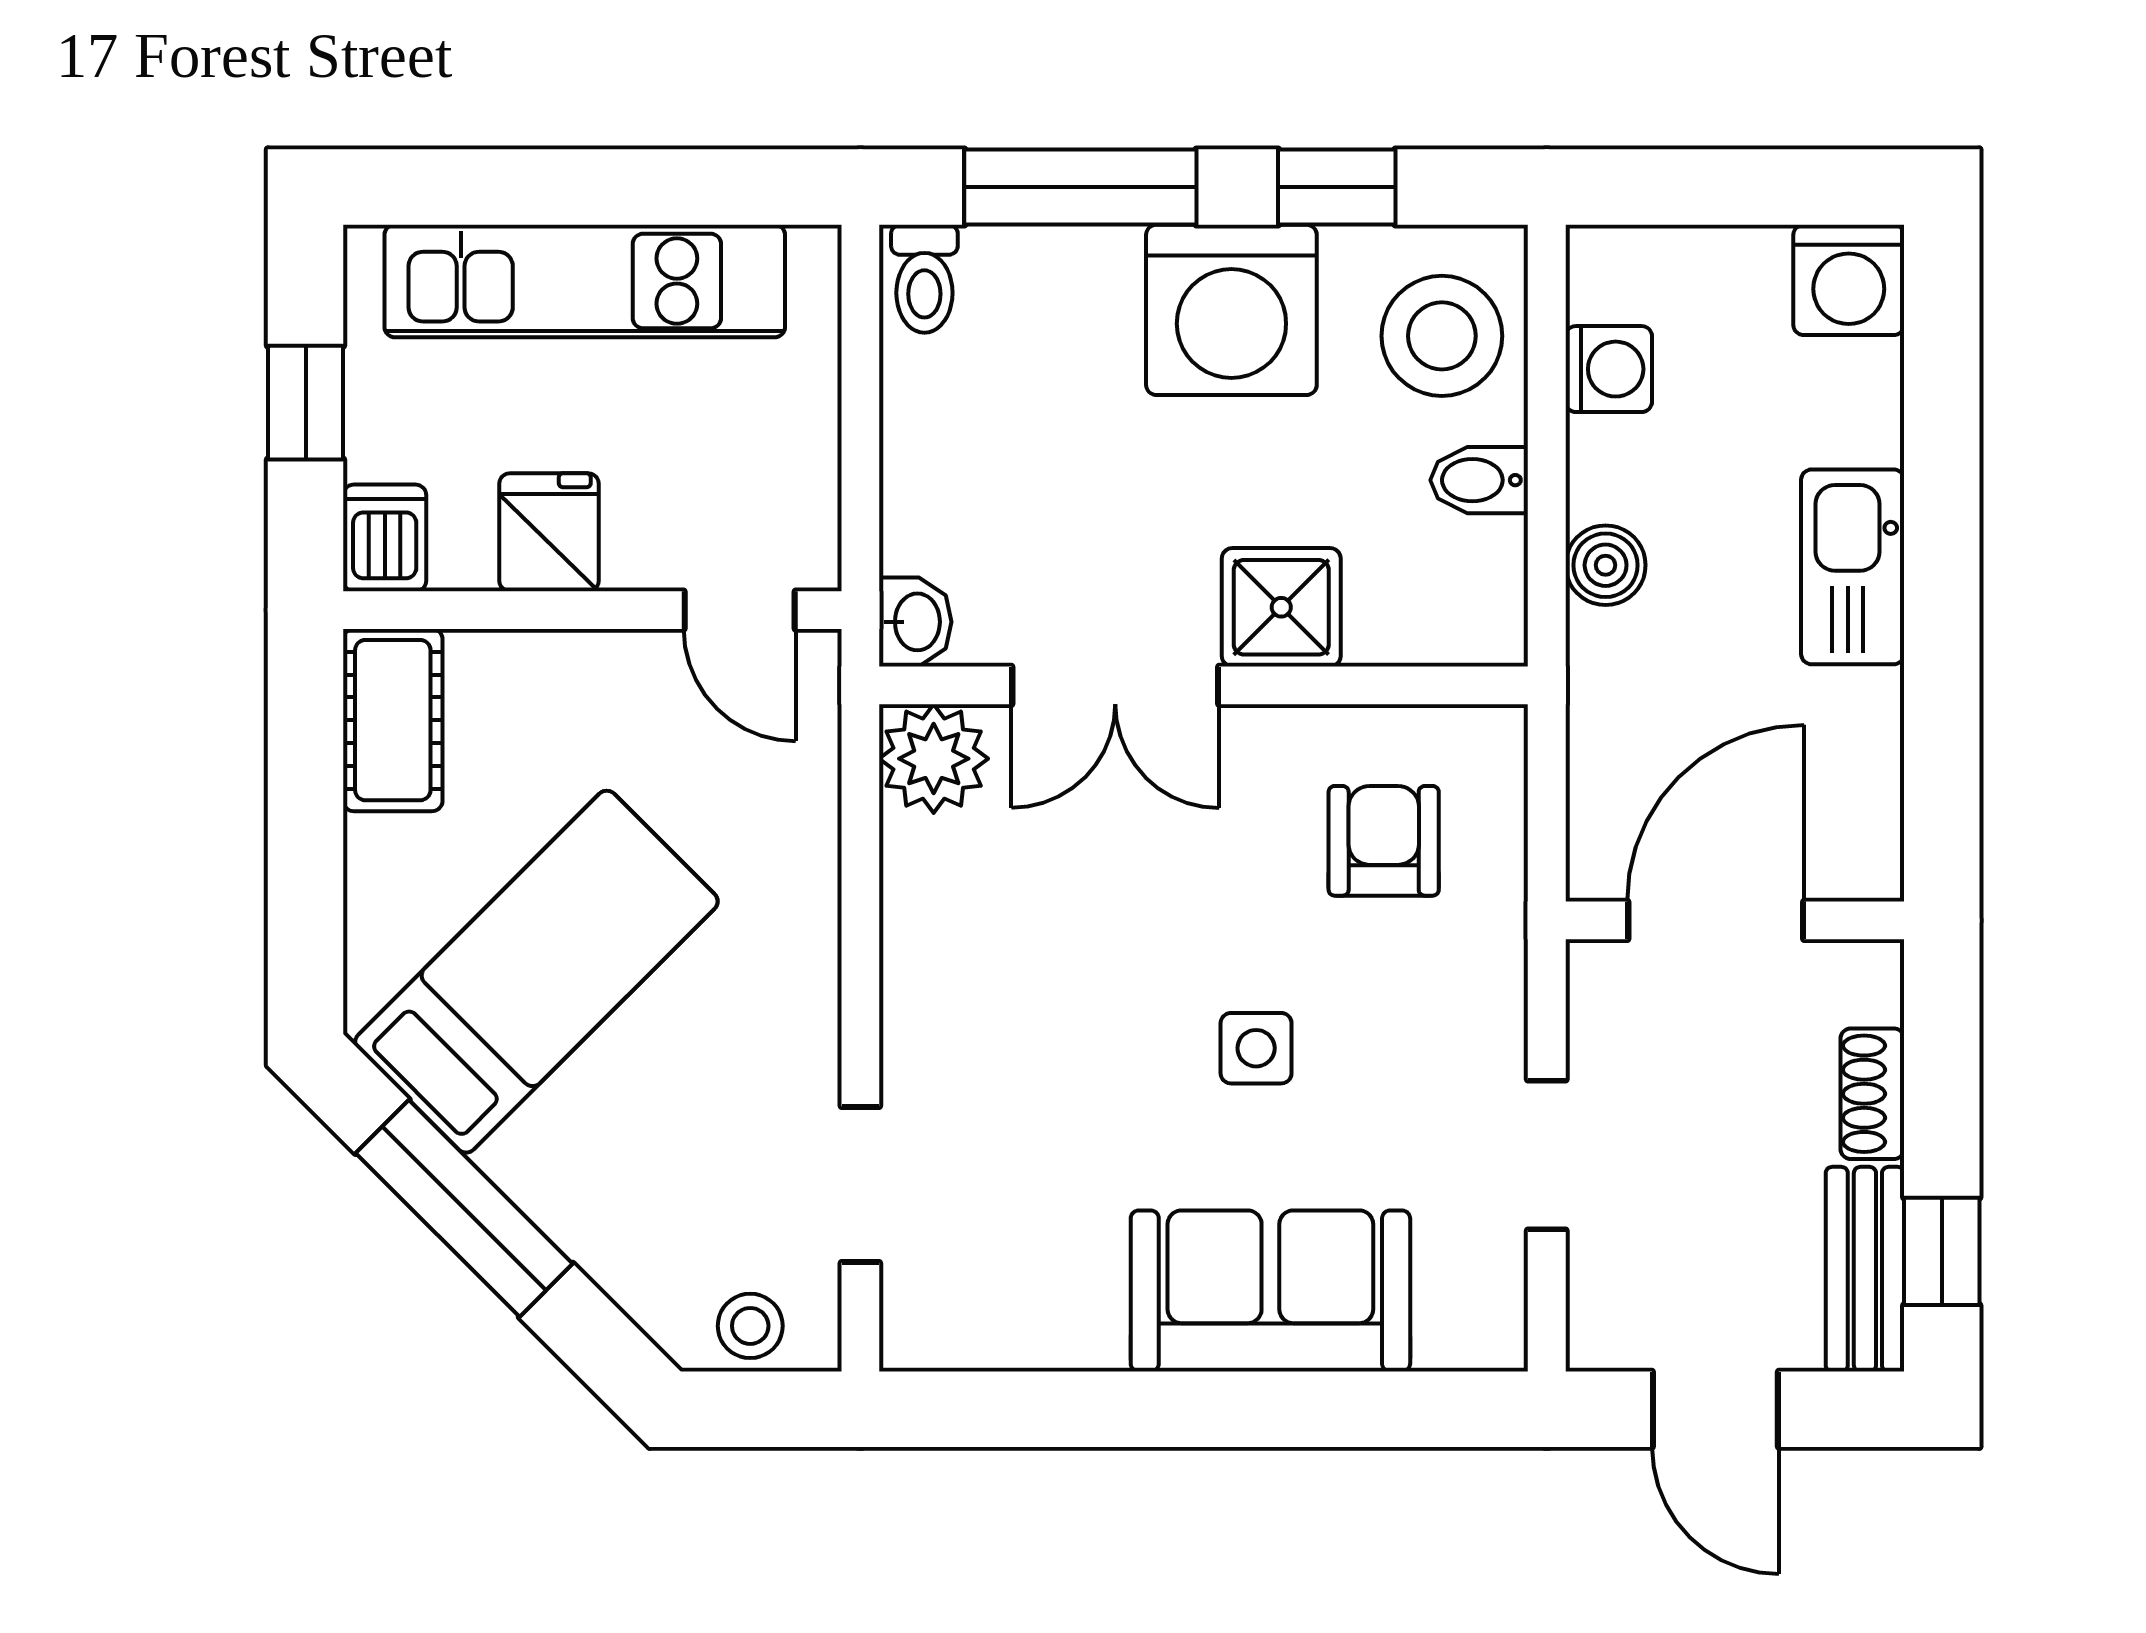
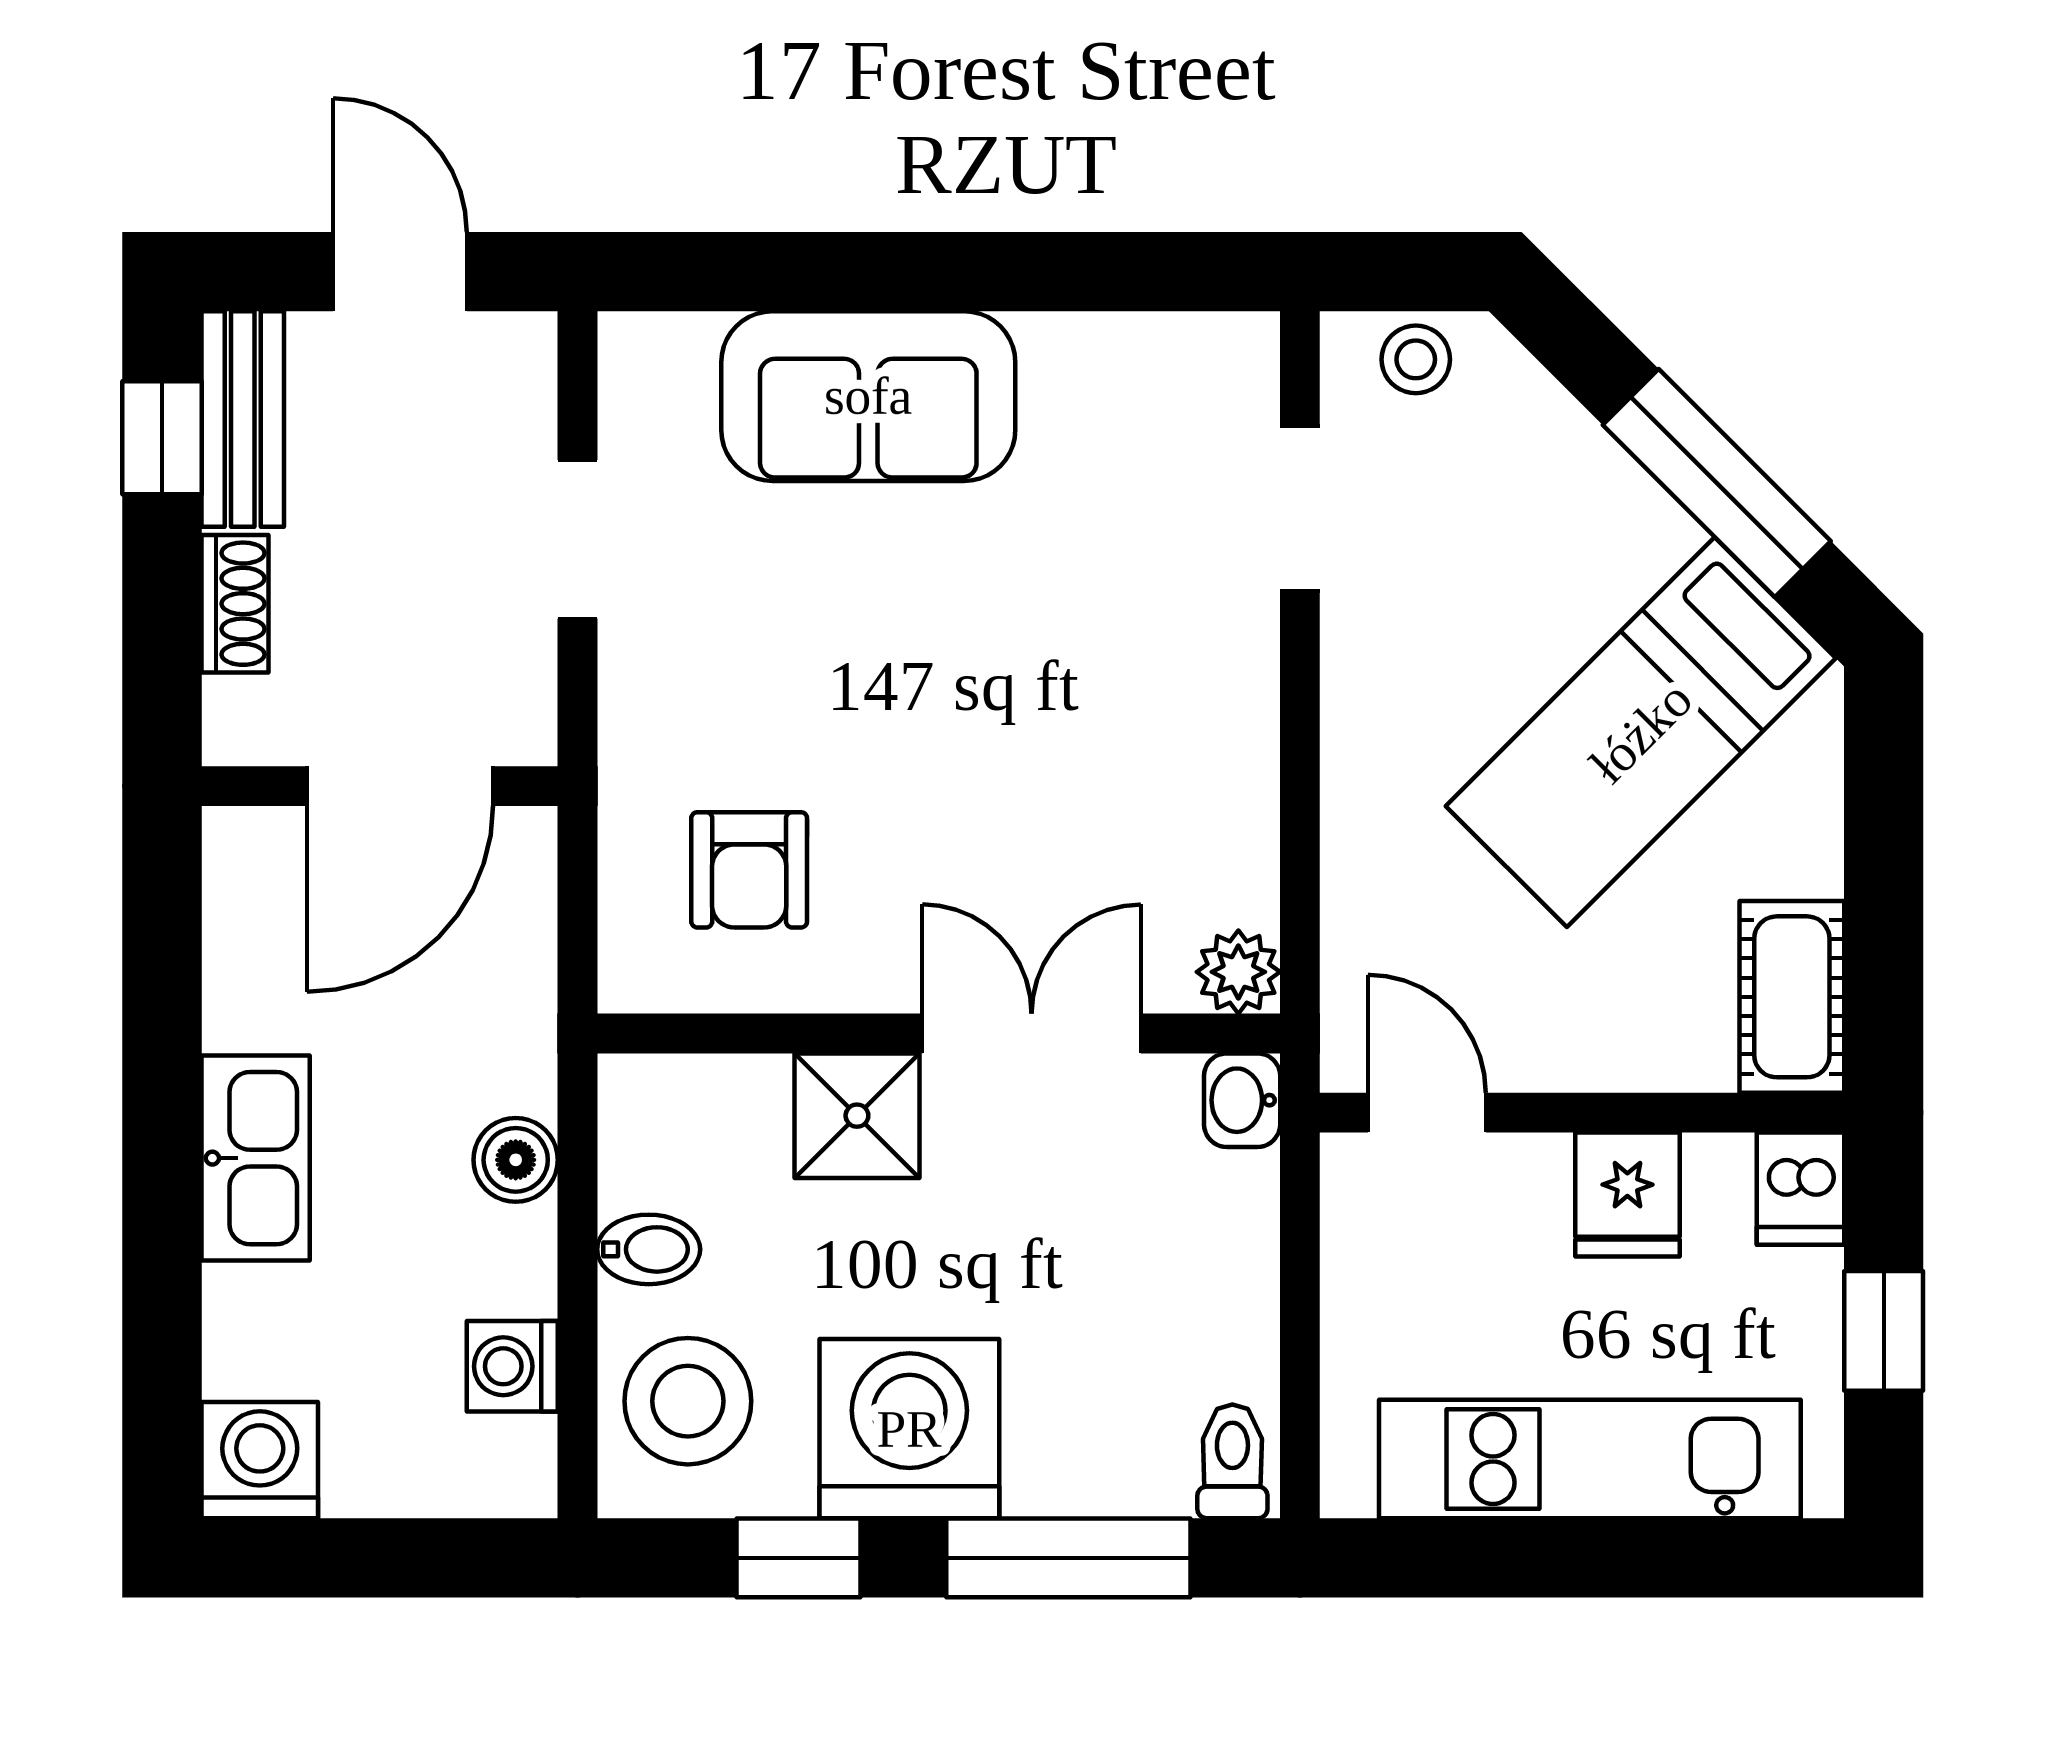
plant: (934, 759) -> (1238, 972), width x0.73, depth x0.73
side table: (1256, 1048) -> (883, 652), removed

